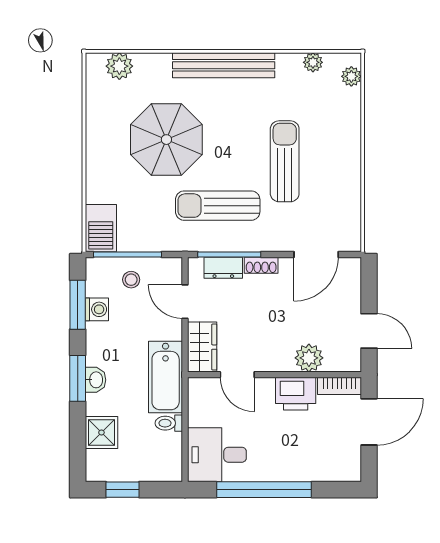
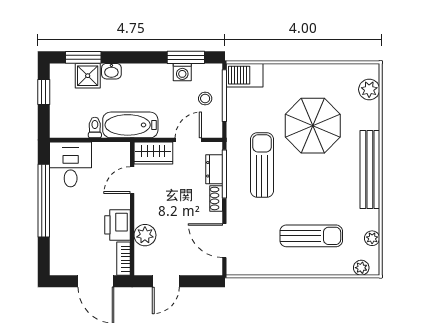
sun lounger: (285, 161) -> (311, 236), moved
window: (78, 378) -> (83, 57), moved
washbasin: (96, 380) -> (111, 71), moved

